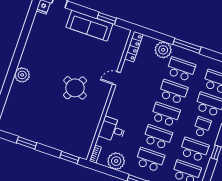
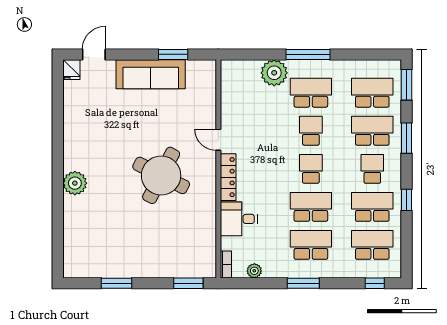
locker: (134, 47) -> (228, 177), moved
door: (116, 78) -> (218, 140), hinge flipped
round table: (75, 88) -> (161, 175), width x1.36, depth x1.36
school desk: (173, 92) -> (311, 131), width x0.54
school desk: (165, 114) -> (311, 169), width x0.54
plant: (116, 161) -> (254, 271), width x0.53, depth x0.53

